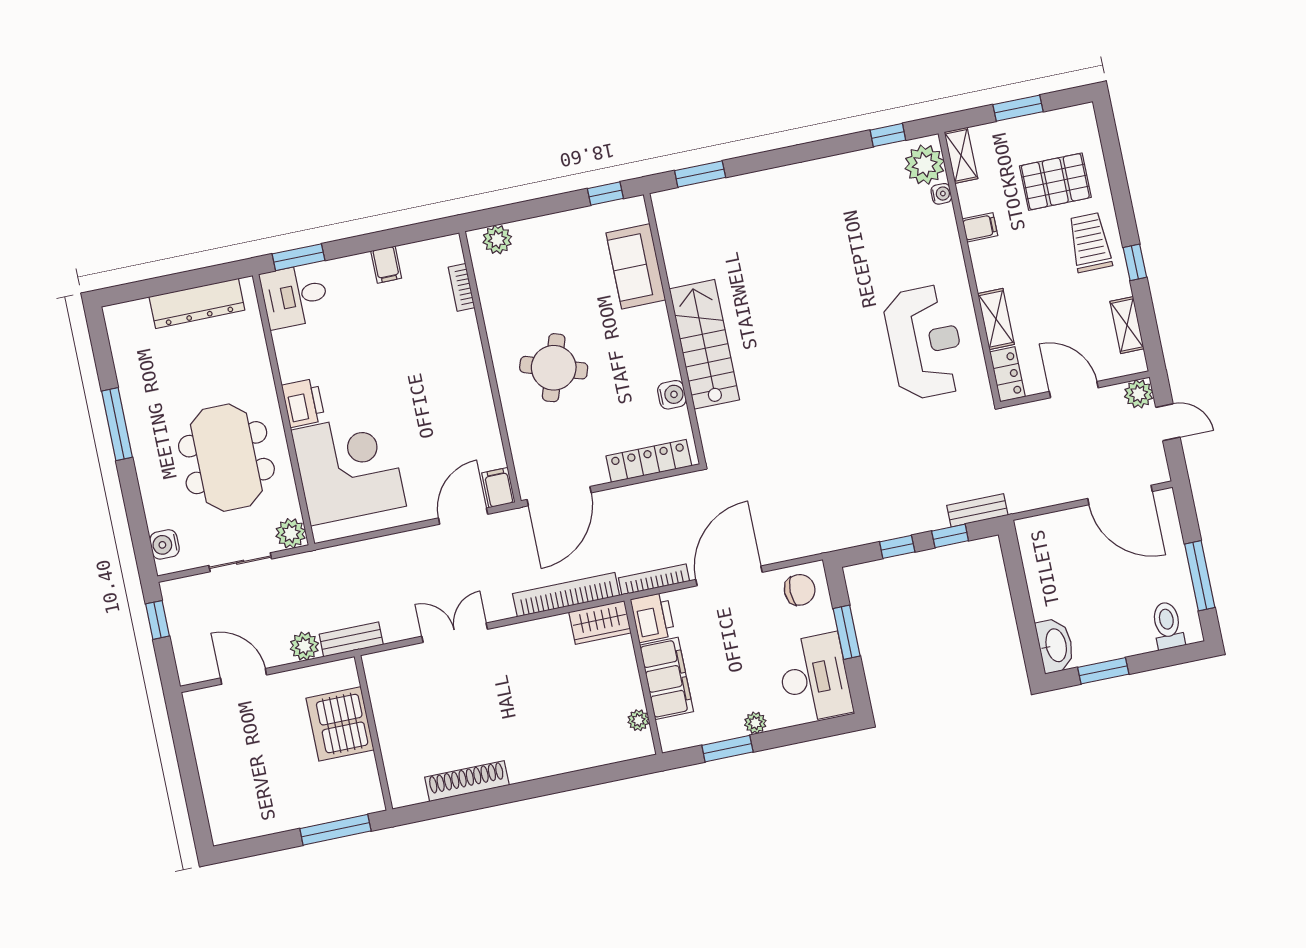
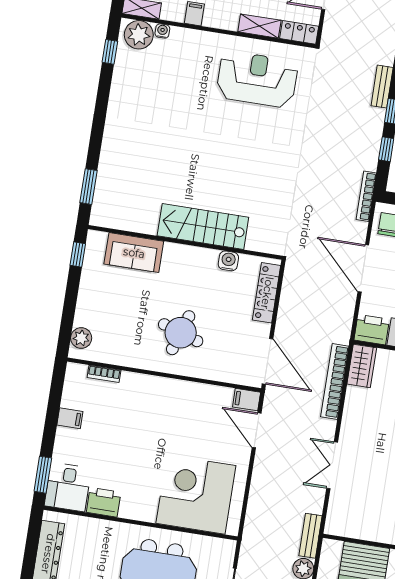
printer: (303, 403) -> (104, 502), moved
plant: (291, 533) -> (225, 549), removed
bookcase: (654, 580) -> (366, 196), moved

